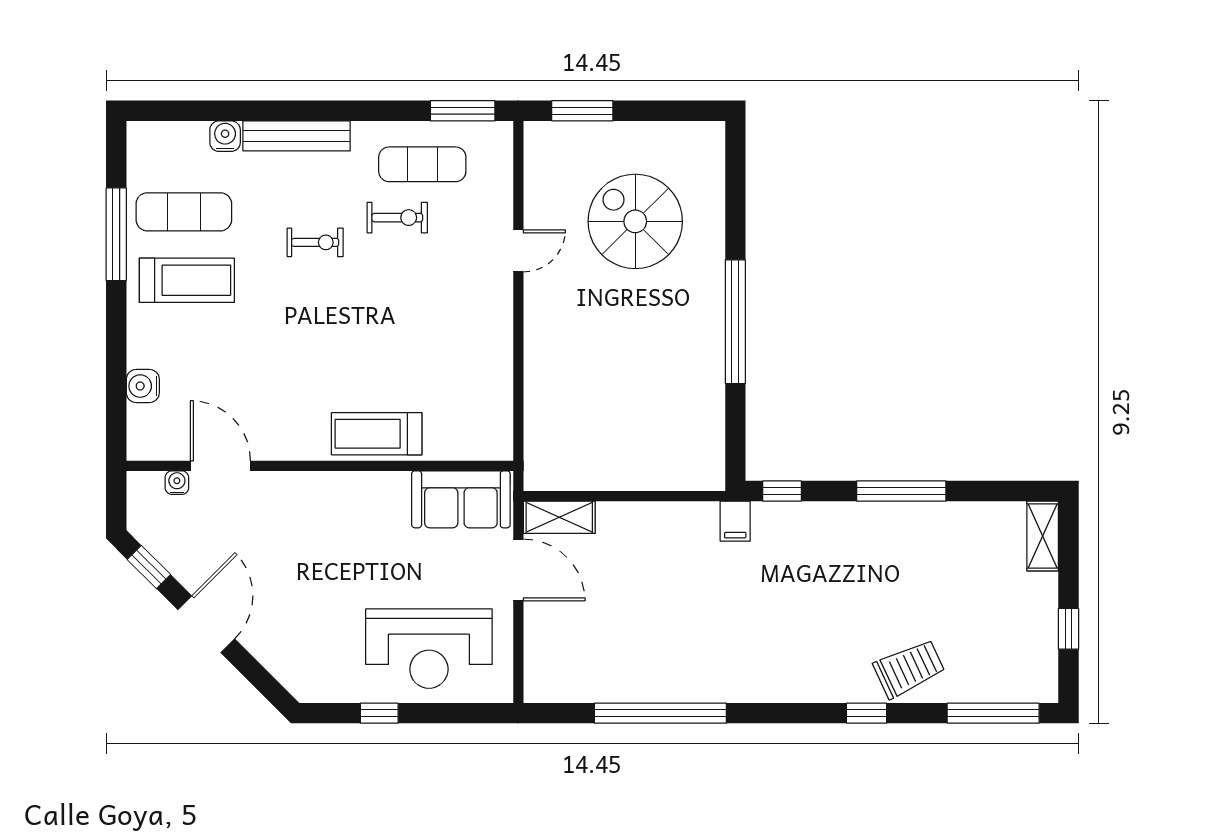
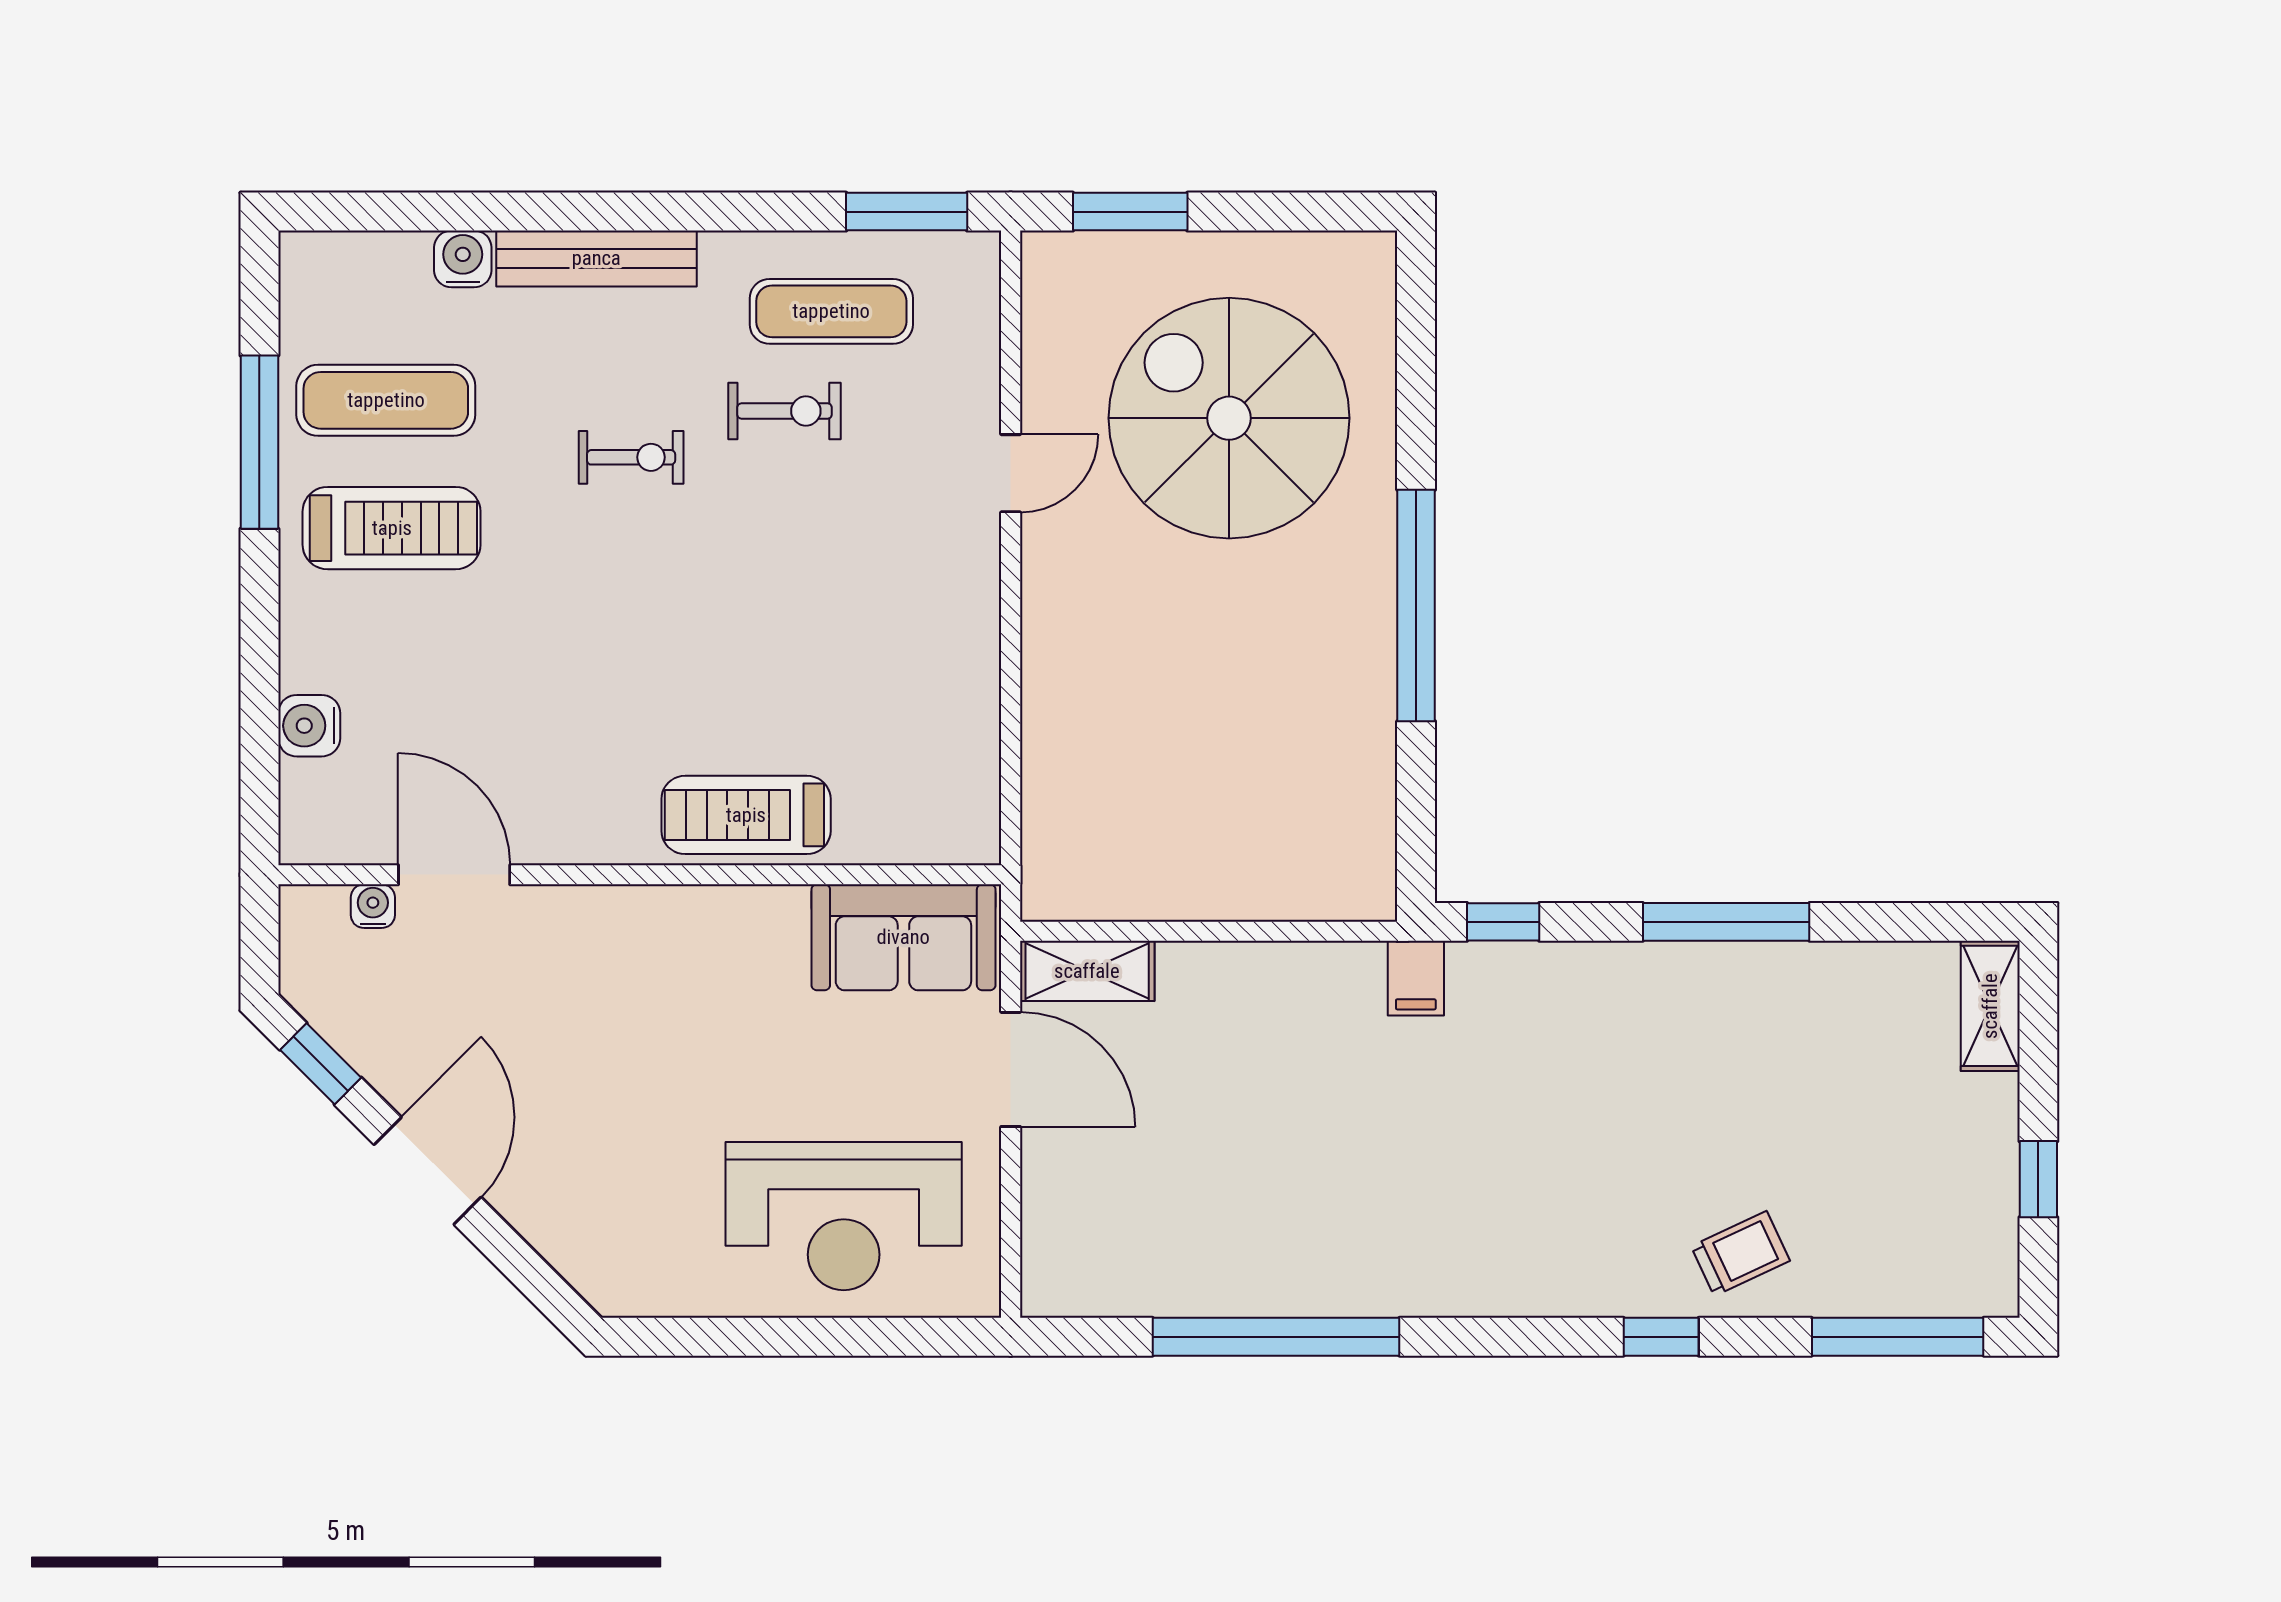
spiral stairs: (635, 221) -> (1229, 418), width x1.37, depth x1.37
trolley: (909, 669) -> (1740, 1254), width x0.73, depth x0.72
window: (379, 713) -> (751, 1337), removed

